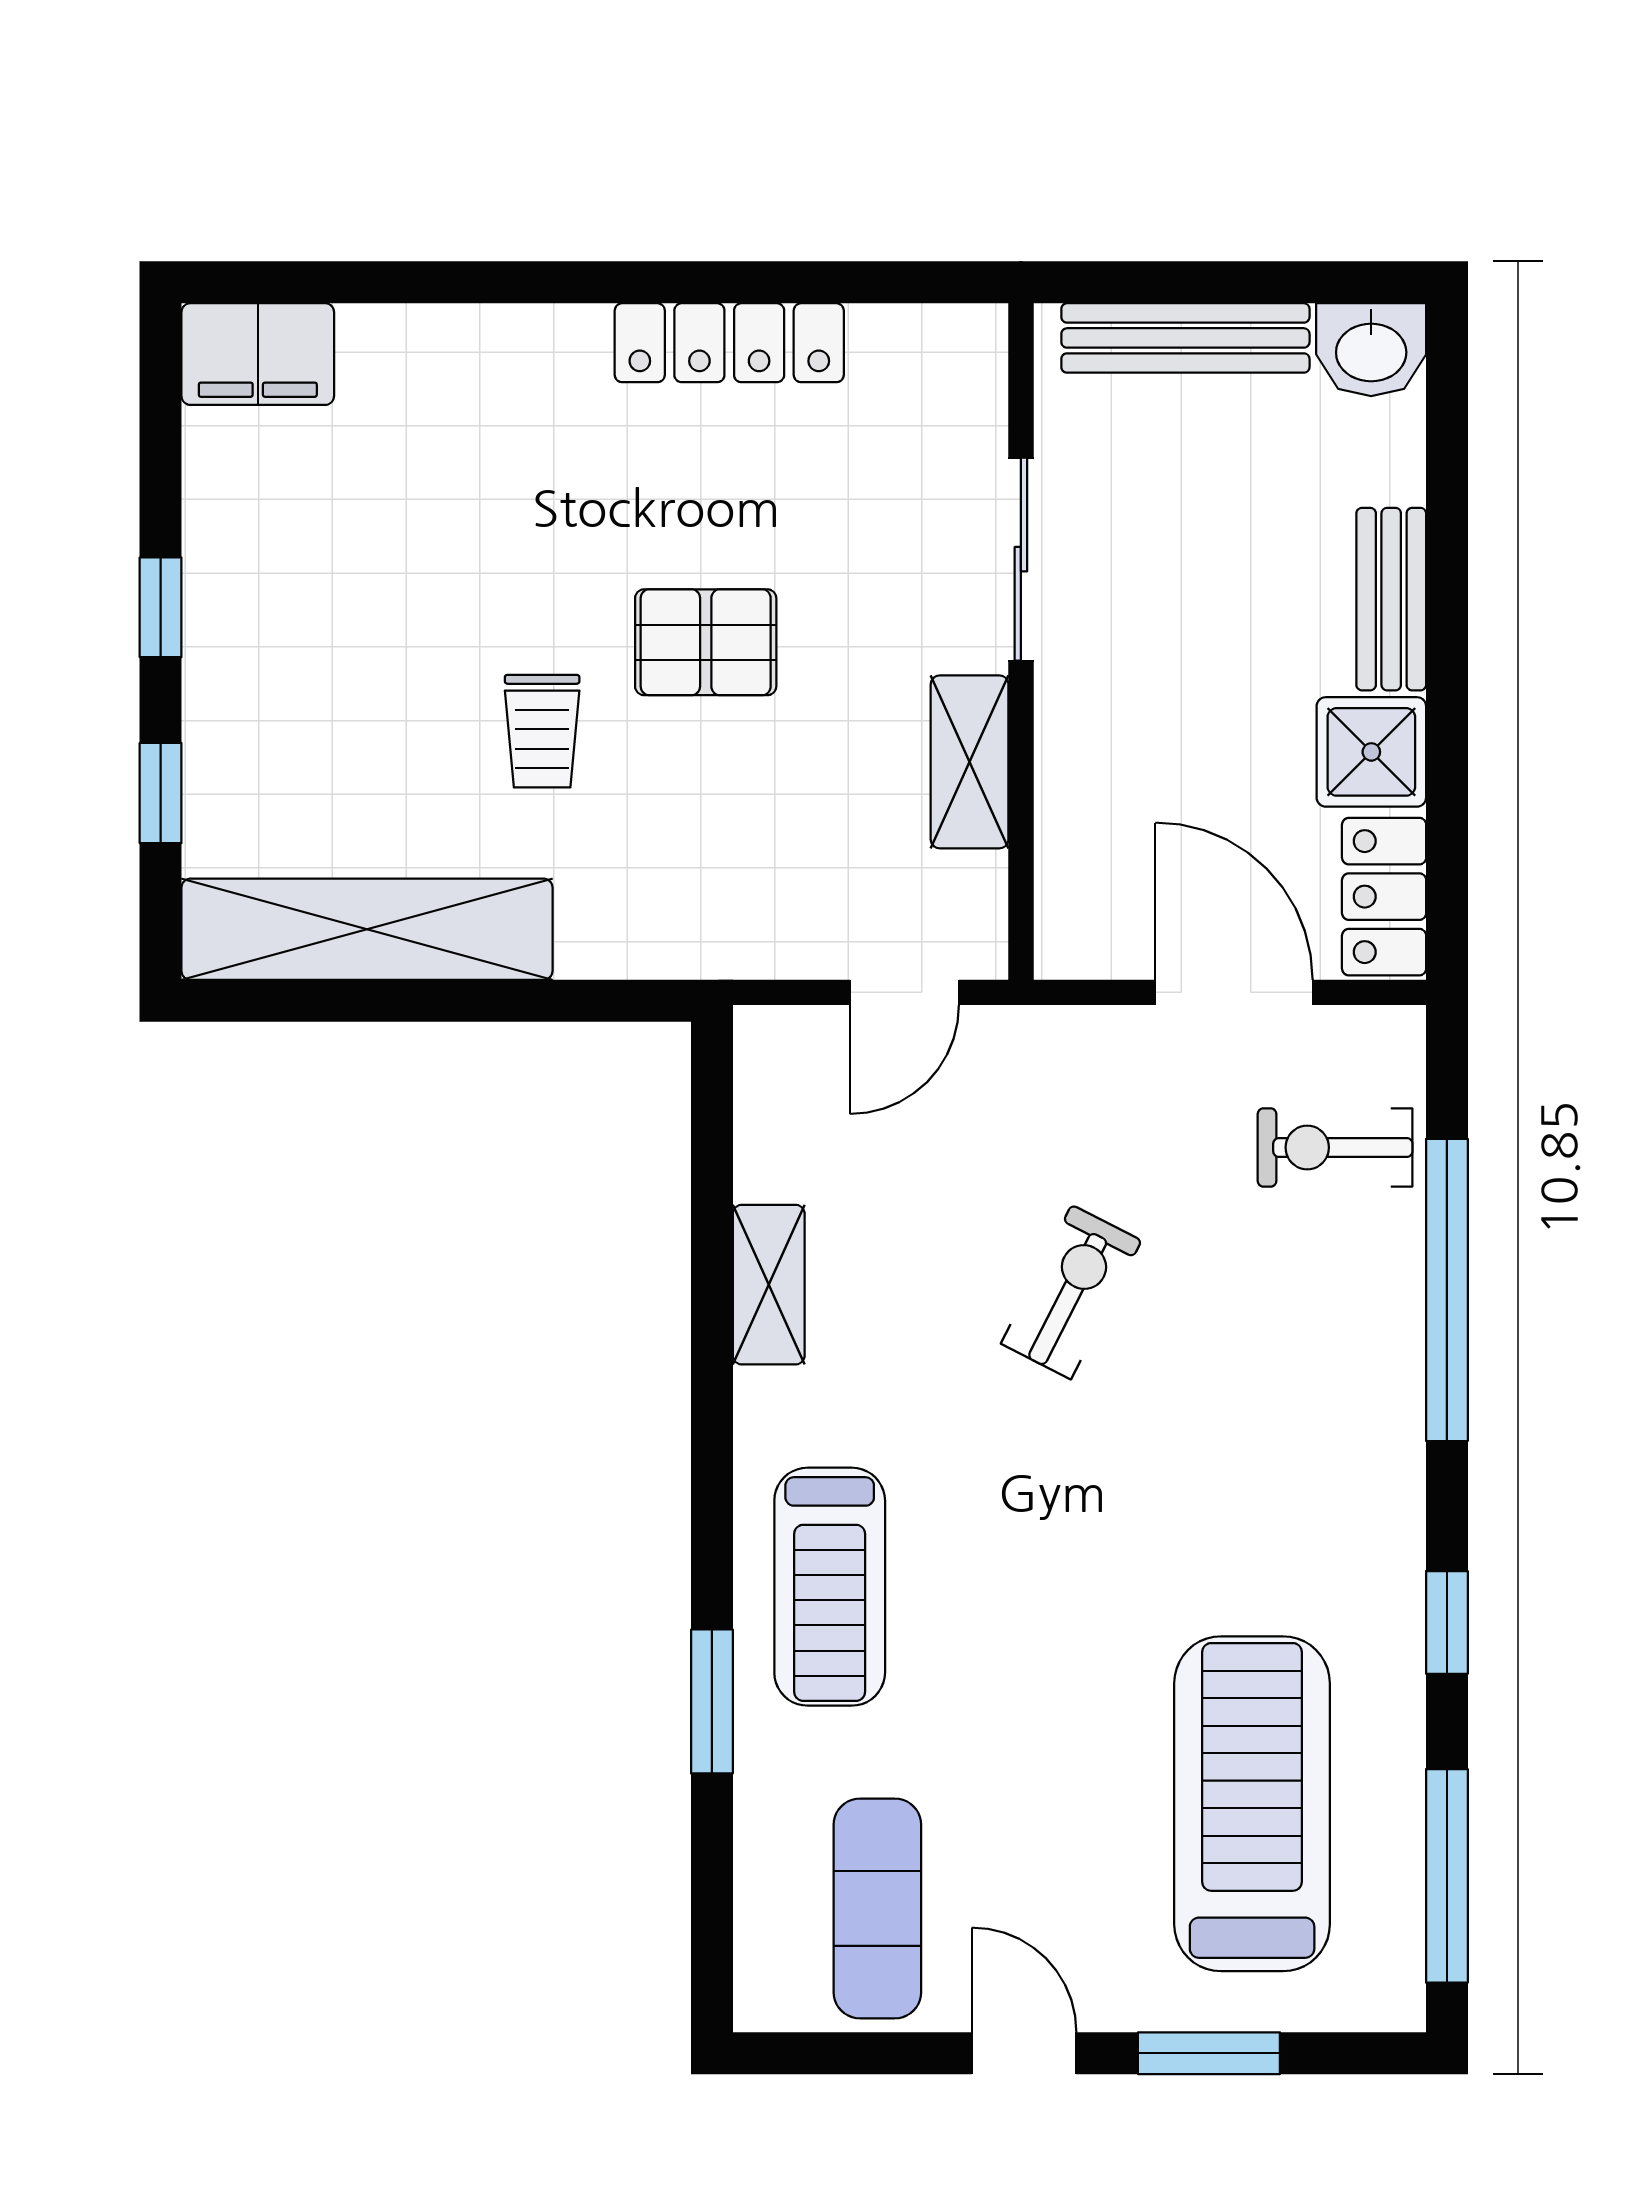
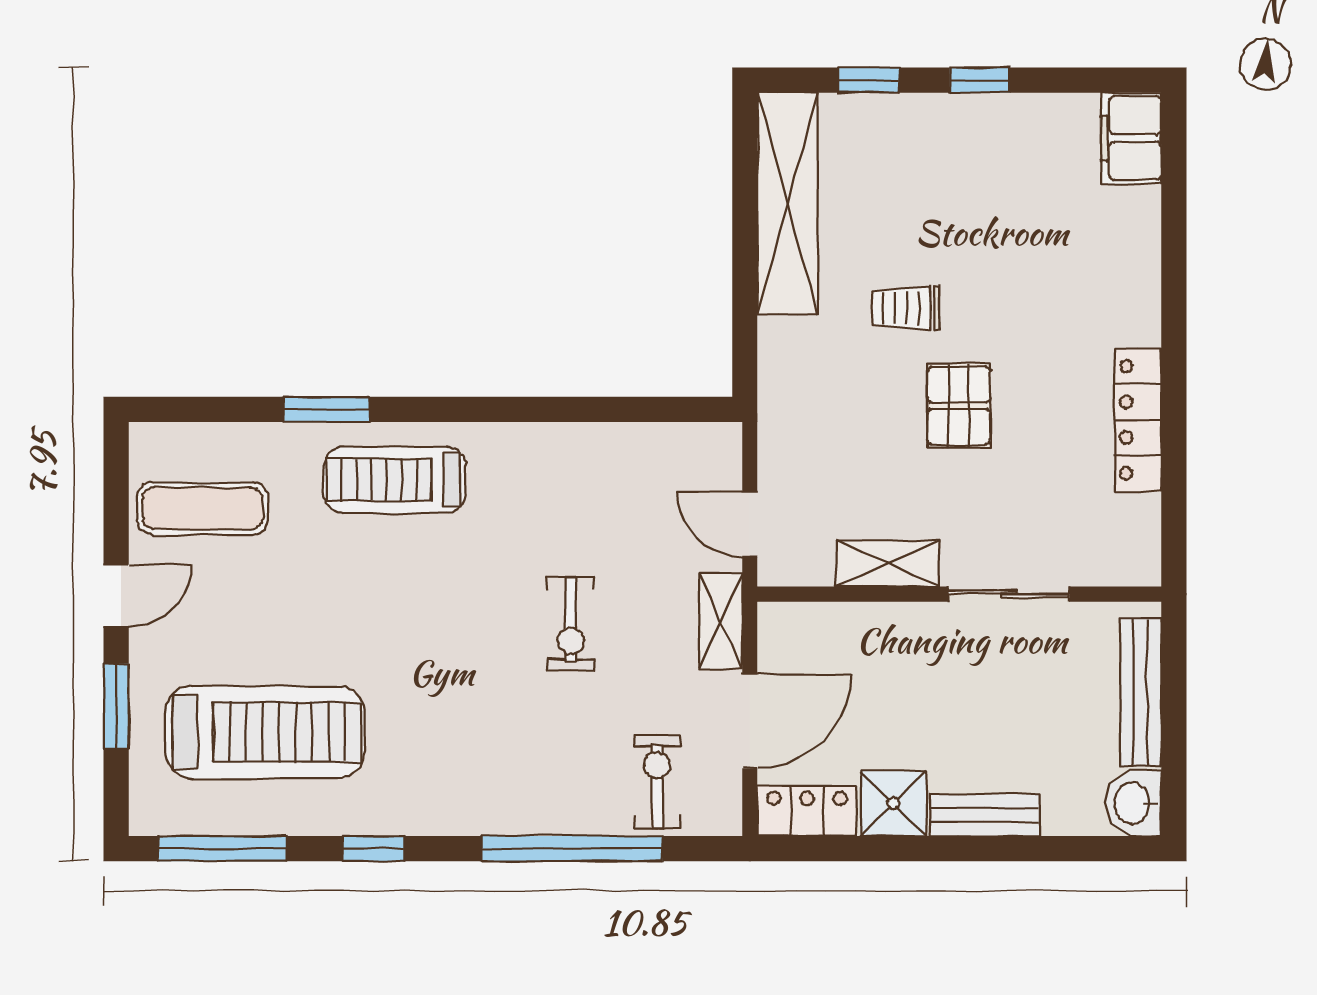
shelving: (769, 1285) -> (721, 621), moved, turned 90
exercise bike: (1071, 1292) -> (571, 624), turned 63

